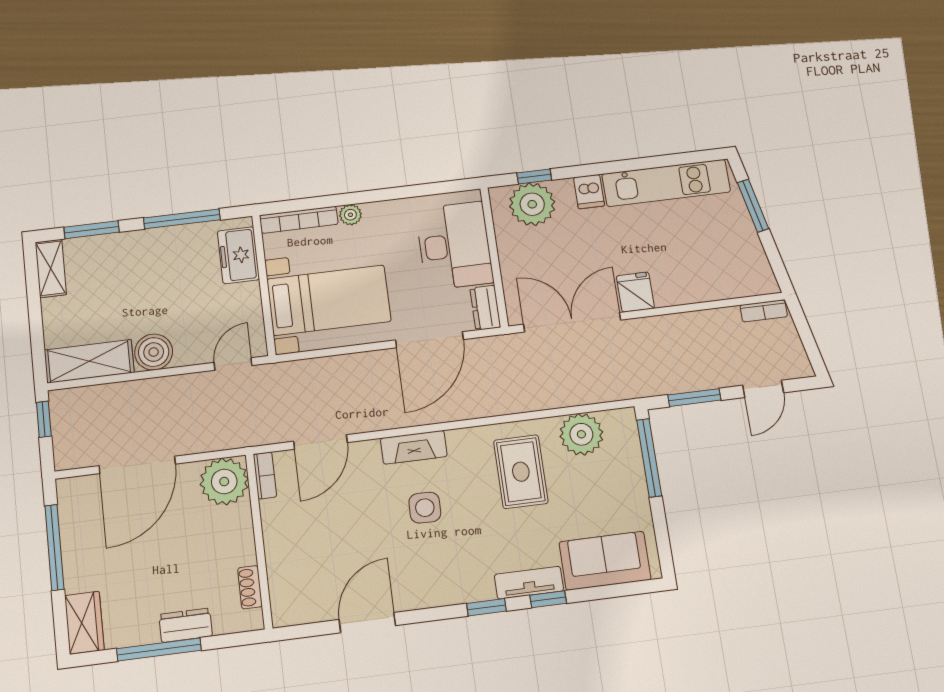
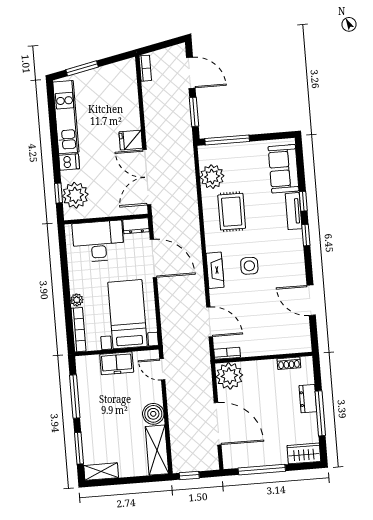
freezer: (238, 255) -> (117, 363), moved
door: (763, 389) -> (191, 73), width x1.38
rug: (521, 472) -> (232, 212), turned 90

